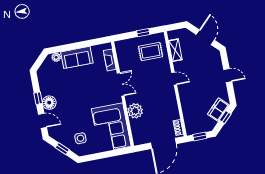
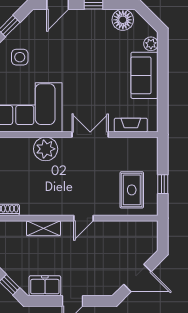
shelving: (175, 50) -> (44, 228), moved
double door: (121, 84) -> (90, 135), swing flipped
floor lamp: (49, 103) -> (123, 20), moved
freezer: (218, 110) -> (45, 286), moved, turned -45

